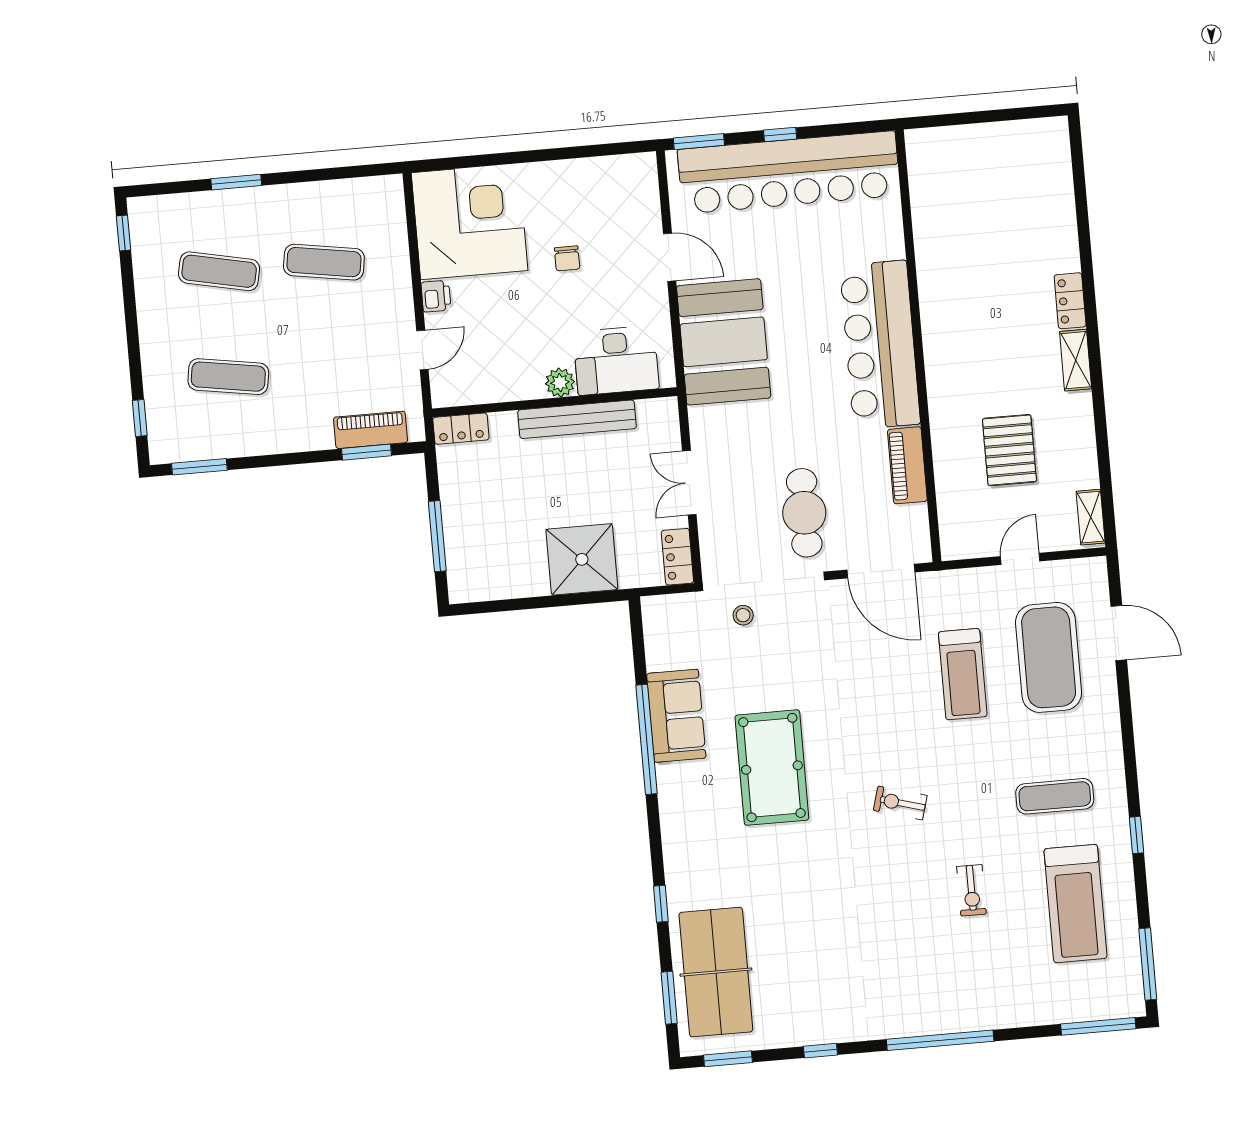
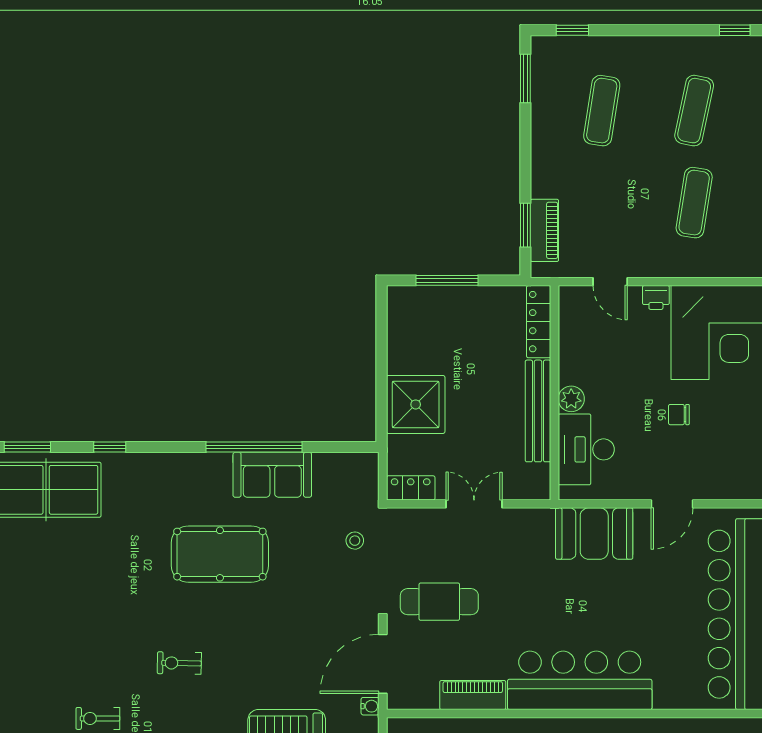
booth: (724, 342) -> (594, 534), width x0.73, depth x0.70
locker: (461, 429) -> (539, 322), width x1.53
water cooler: (930, 581) -> (370, 706), added
exercise bike: (900, 803) -> (179, 663), turned -105

